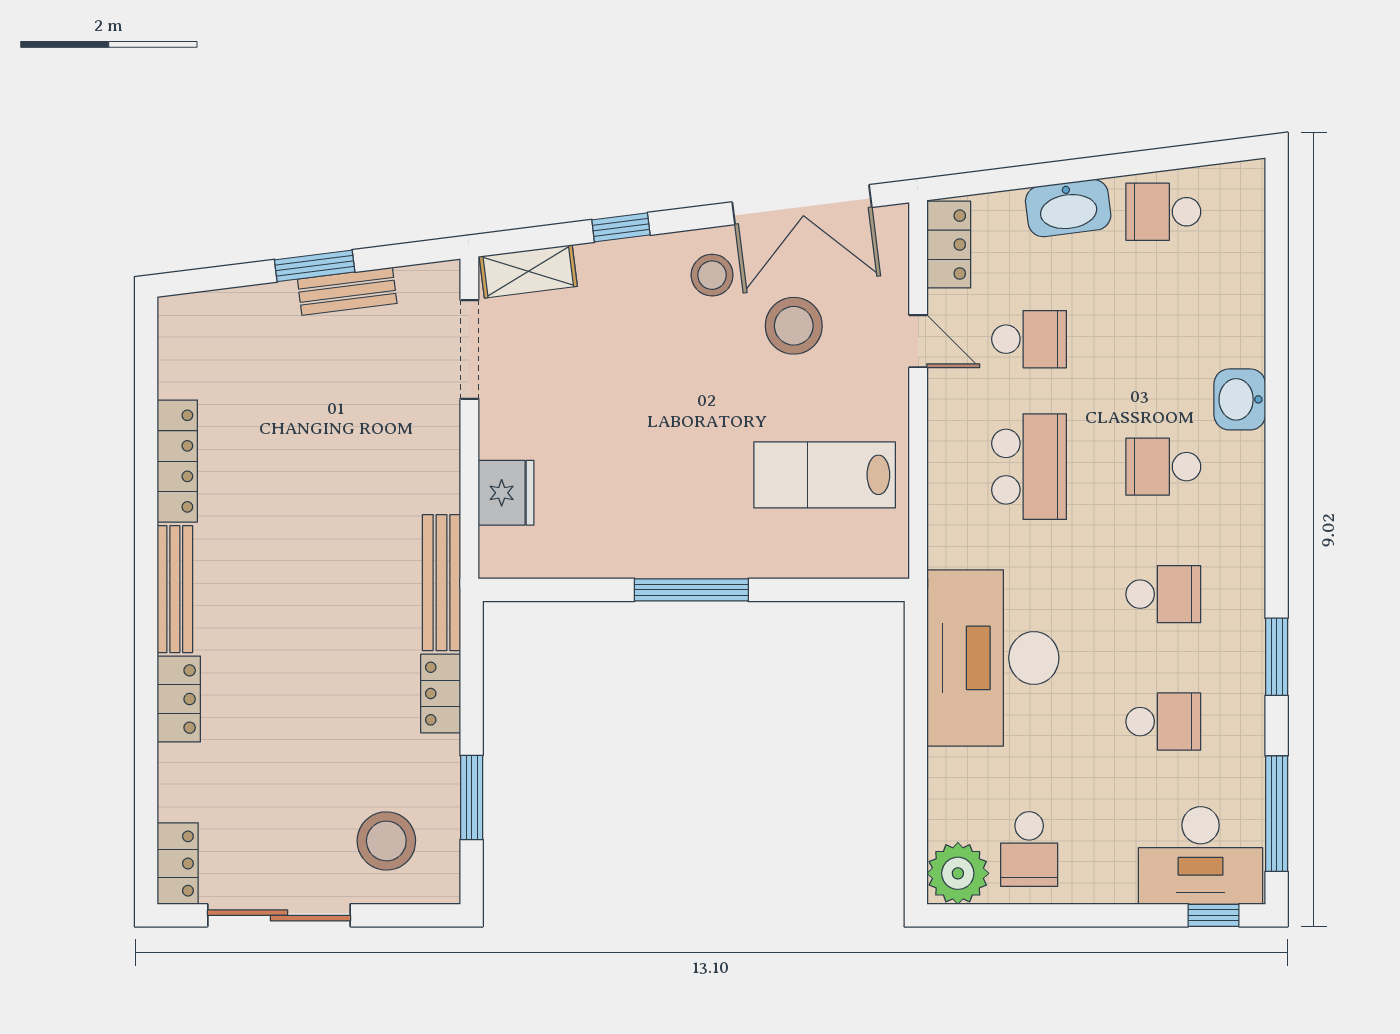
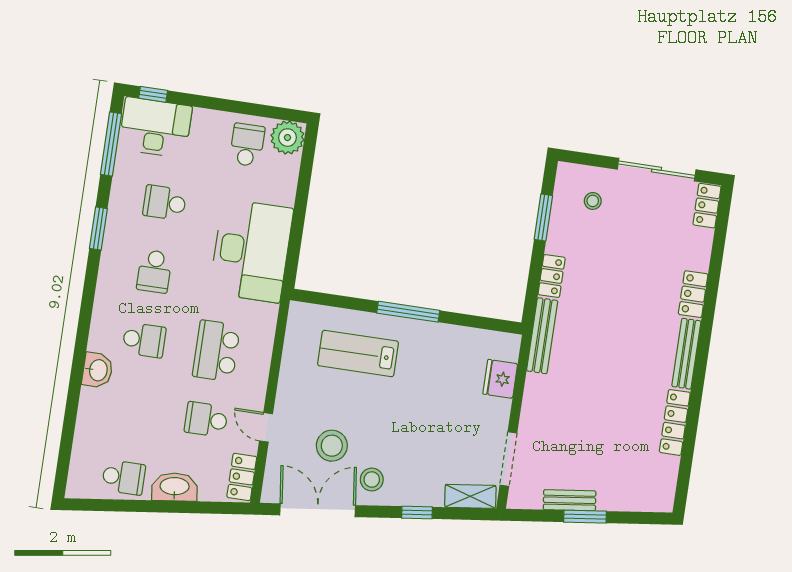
lab bench: (825, 475) -> (358, 353), moved, turned 180
school desk: (1163, 594) -> (154, 271), turned -90
stool: (386, 841) -> (593, 201), width x0.53, depth x0.53

